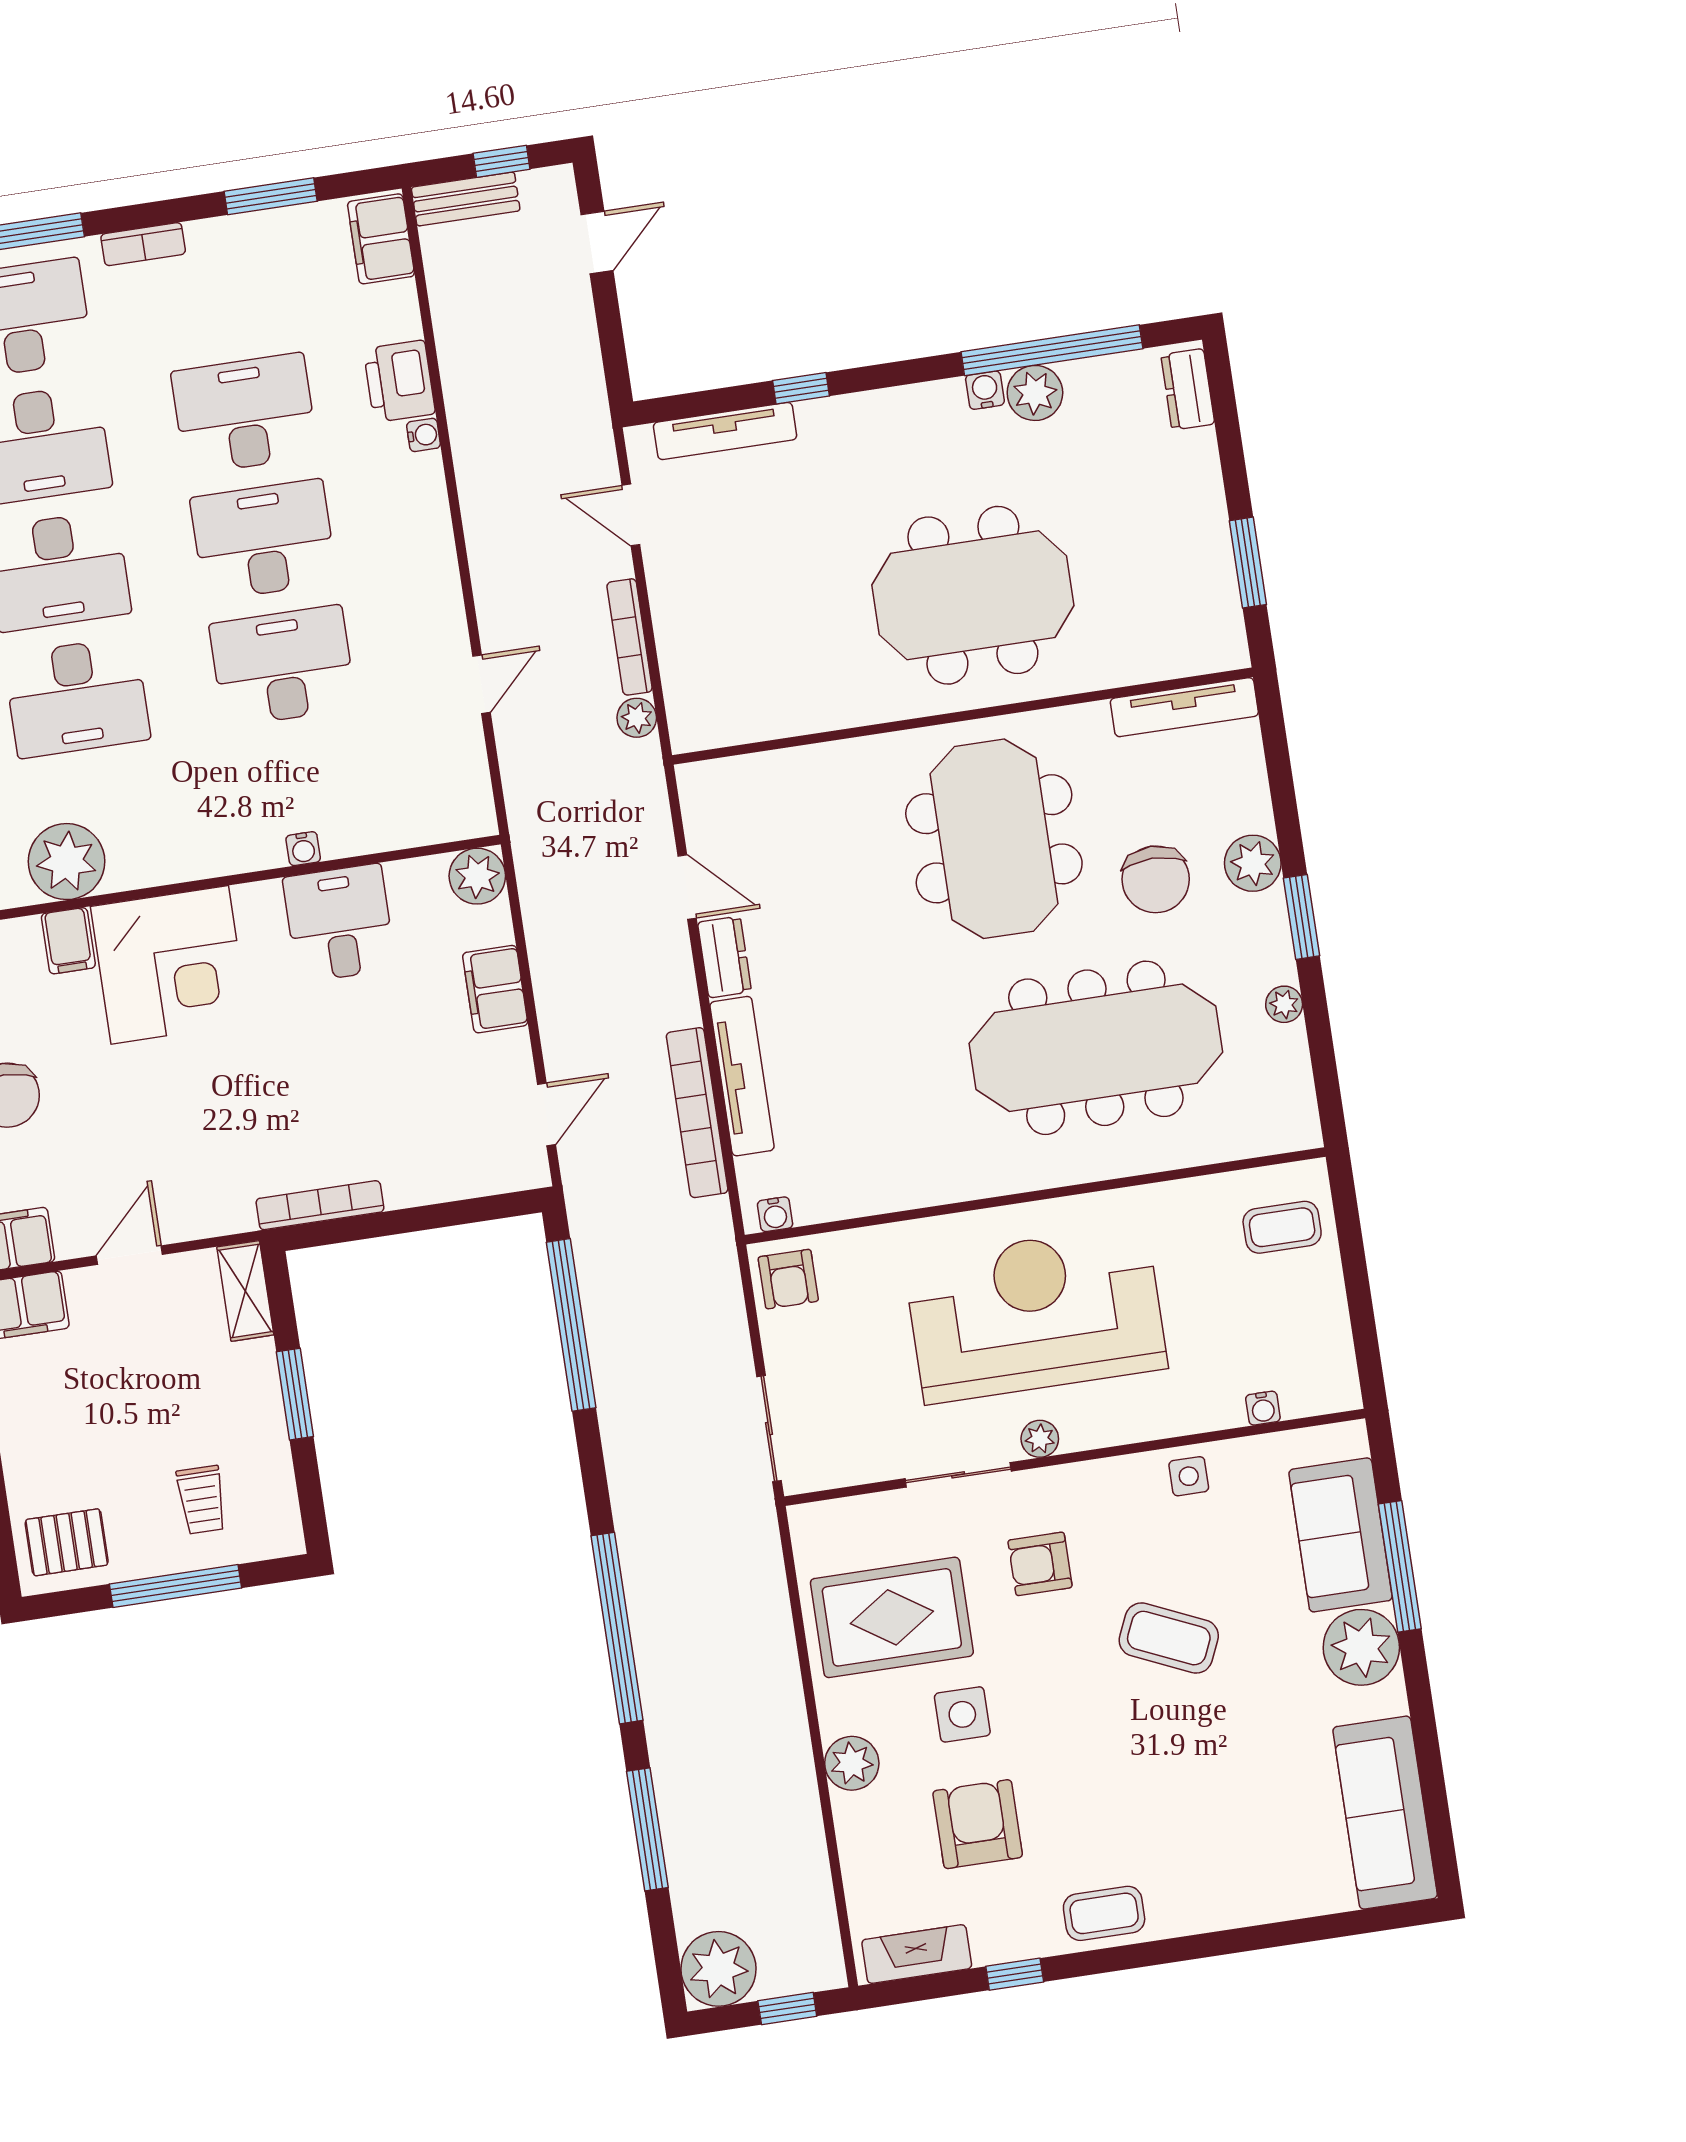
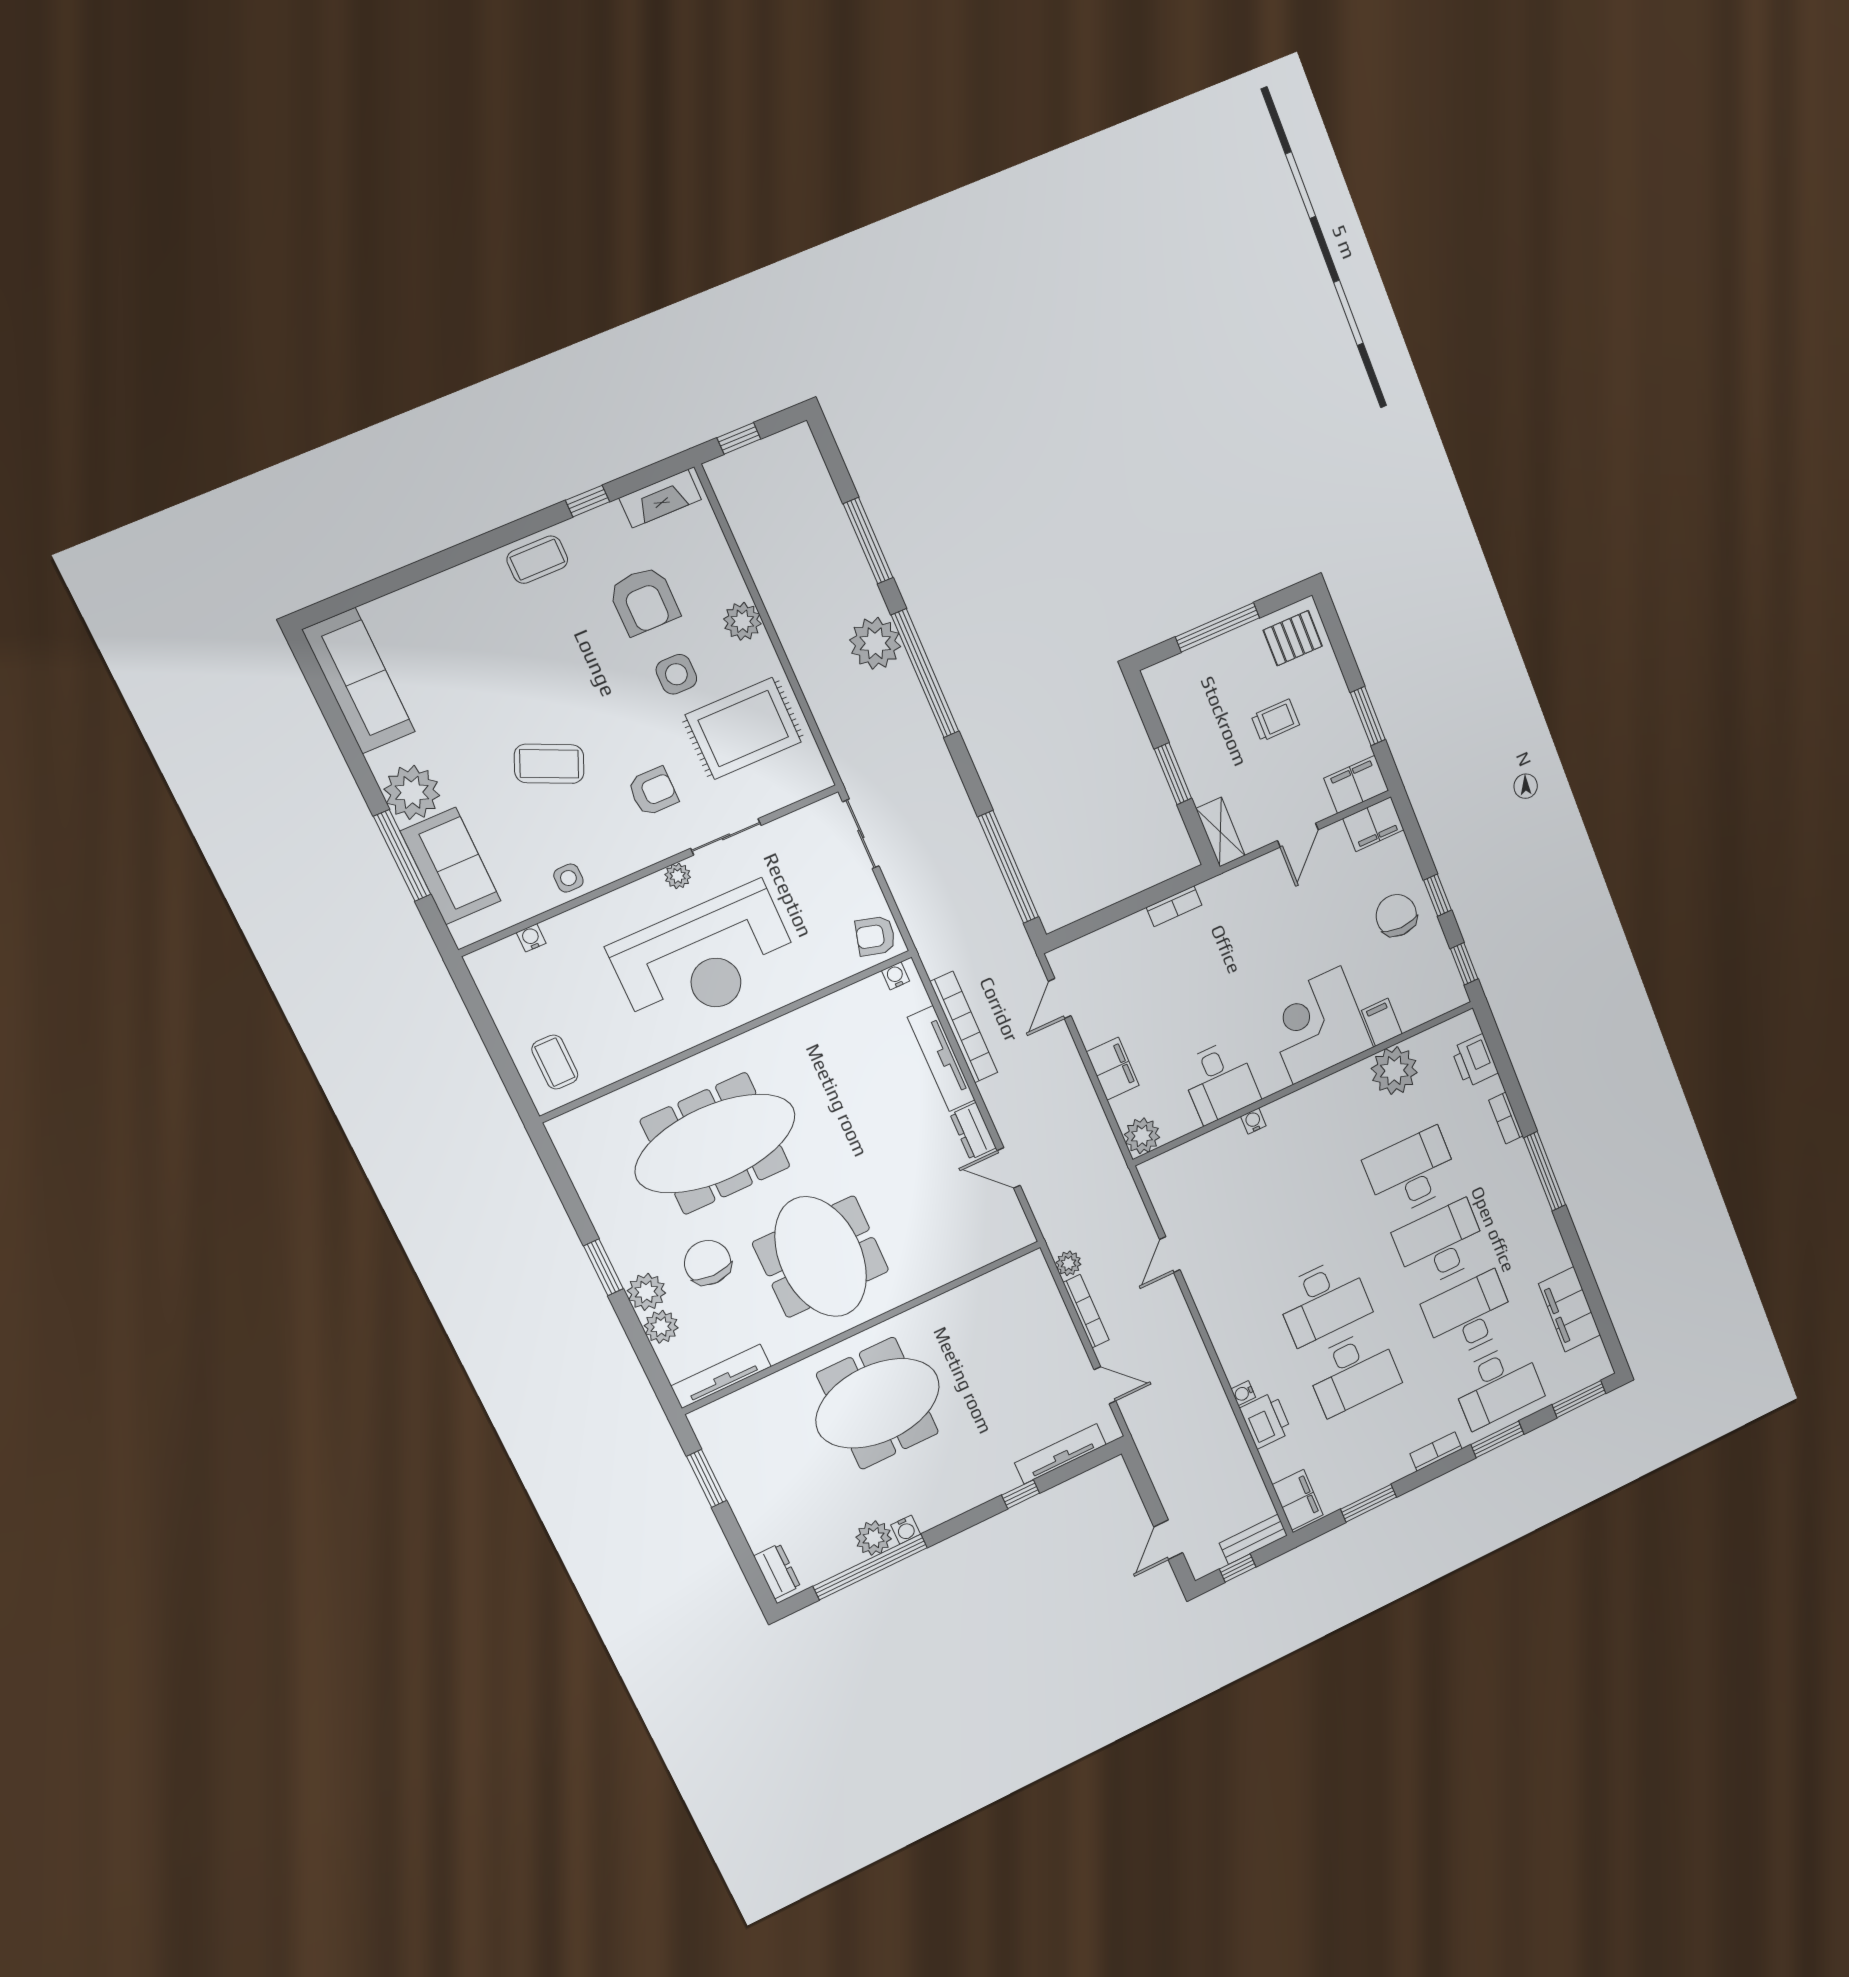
desk: (283, 666) -> (1293, 1229), removed
plant: (1284, 1004) -> (661, 1327), moved, width x1.38, depth x1.38
bookcase: (320, 1205) -> (1174, 906), width x0.64
coffee table: (1282, 1227) -> (555, 1062), turned 90
armchair: (788, 1279) -> (875, 936), turned -75
trolley: (202, 1500) -> (1275, 720), moved, turned 90
plant: (719, 1969) -> (875, 643), moved

